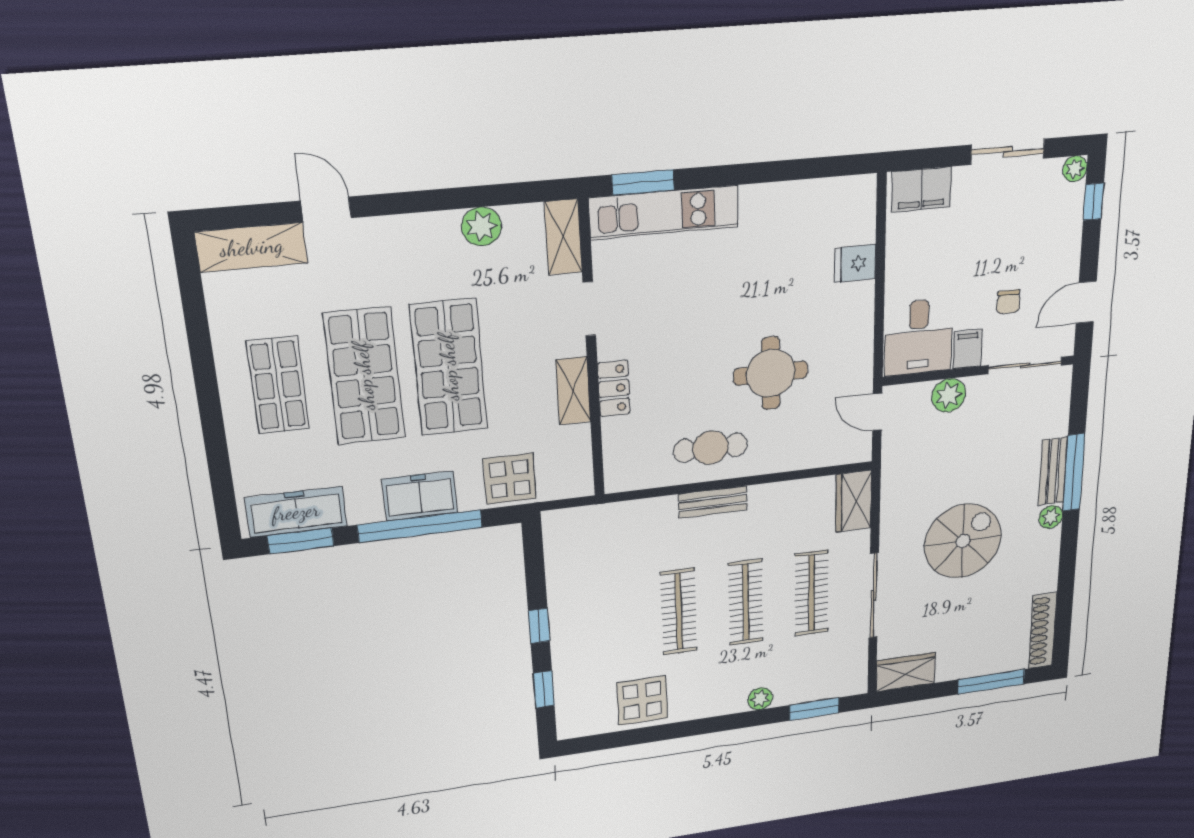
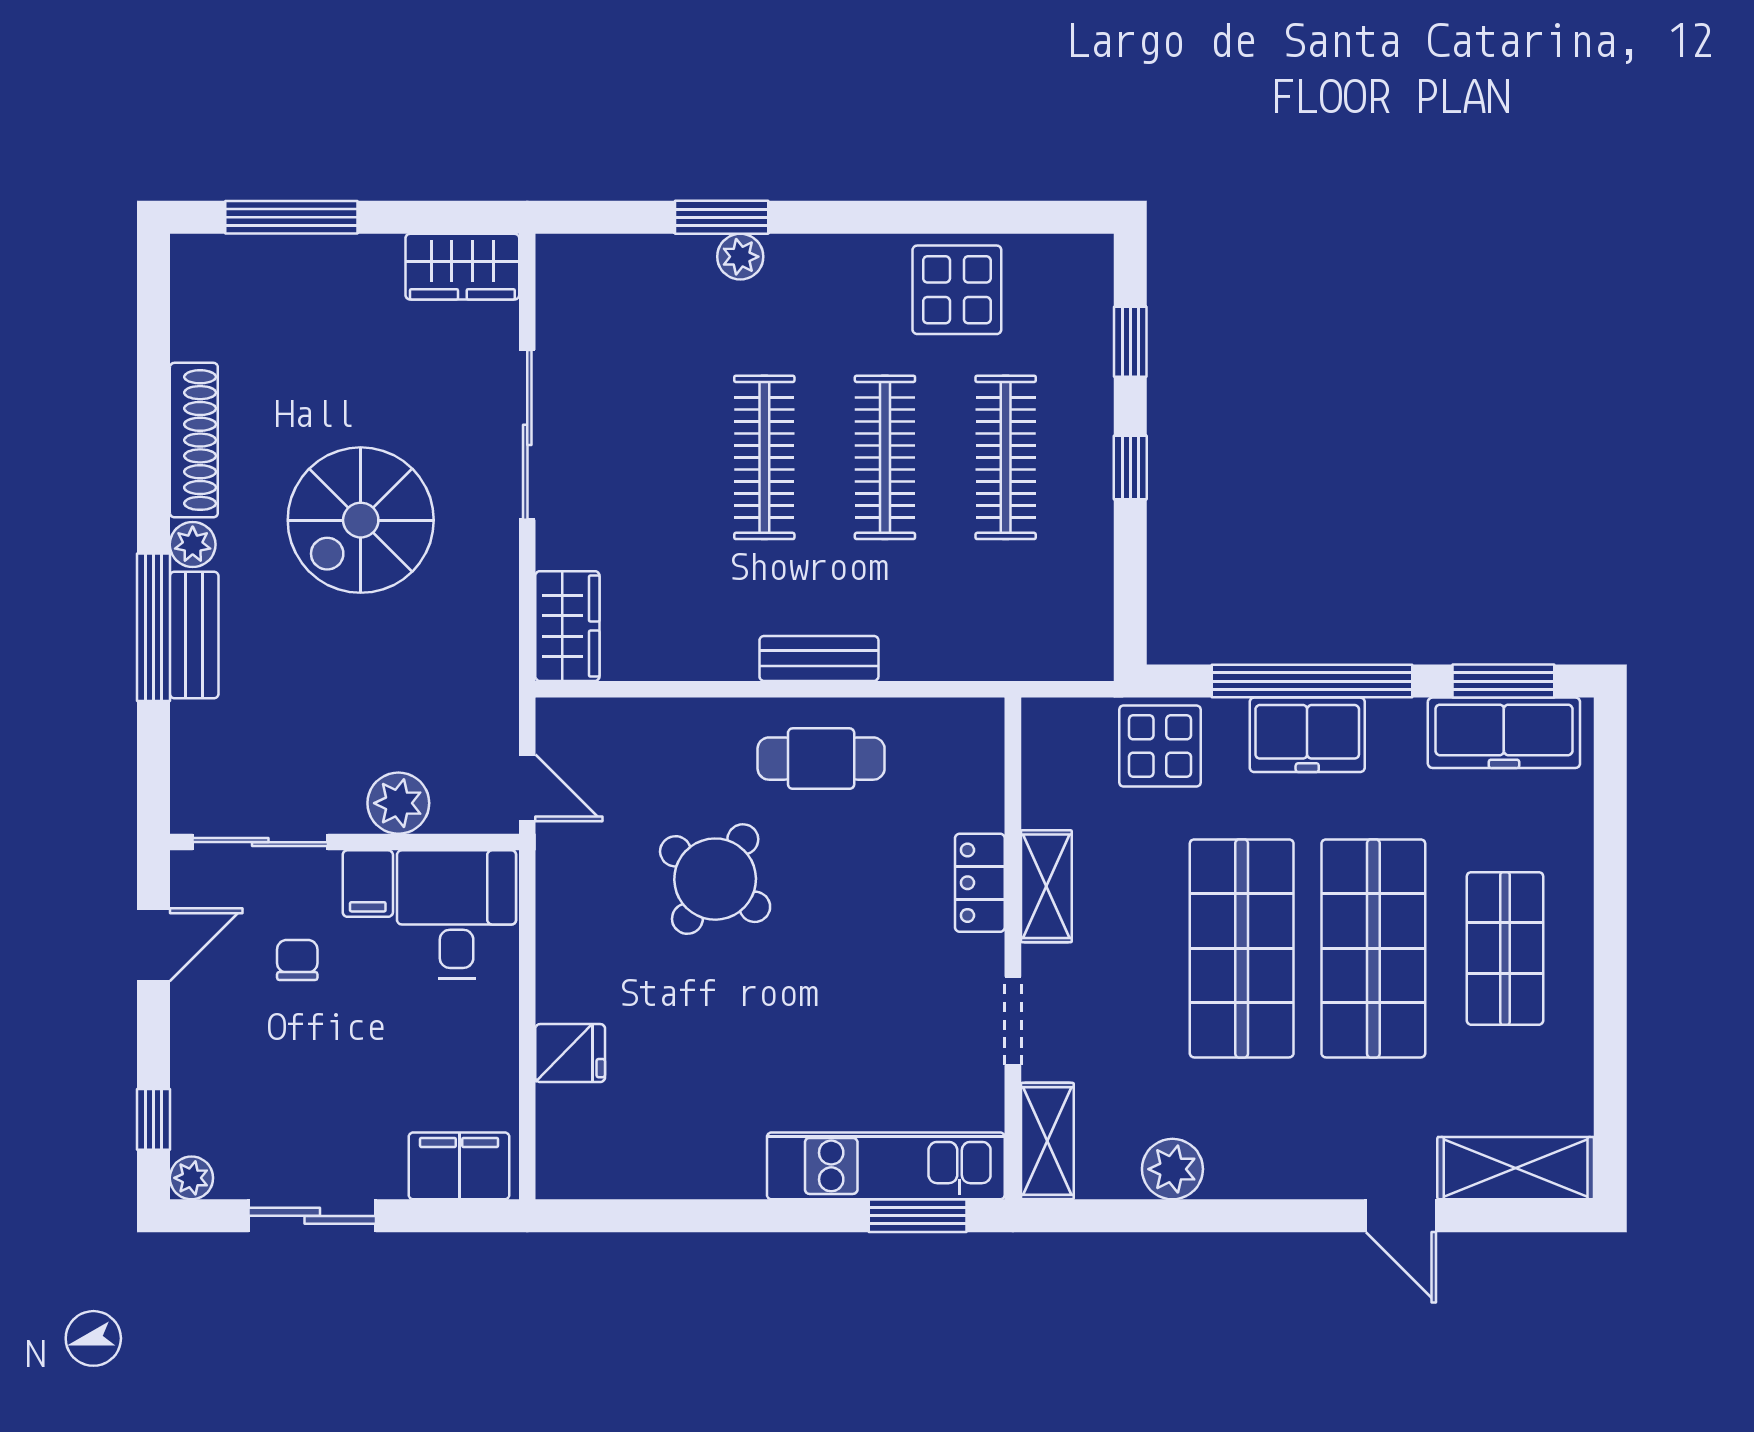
round table: (771, 373) -> (715, 879), turned 35
clothes rail: (812, 593) -> (1006, 457), moved
shoe rack: (1043, 631) -> (194, 440), moved
window: (814, 709) -> (722, 217), moved

